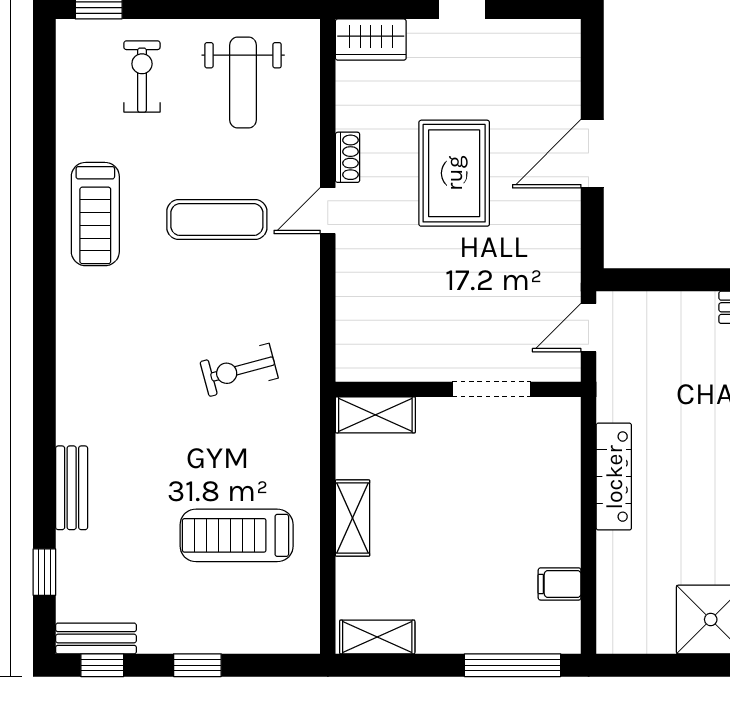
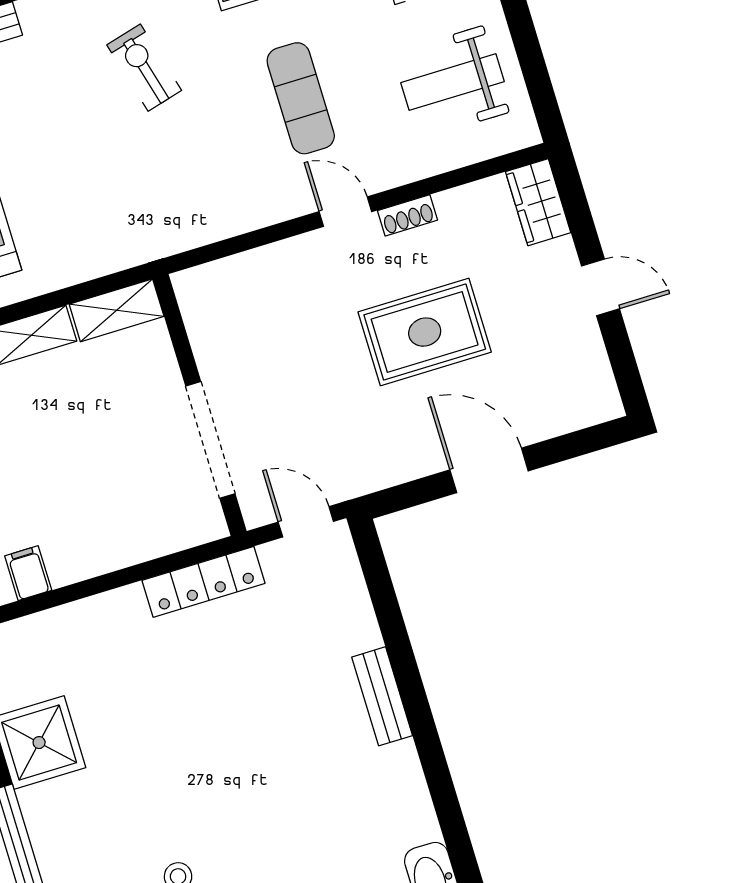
exercise bike: (239, 370) -> (144, 68), moved
doorway: (492, 389) -> (210, 440), width x1.36
shelving: (375, 415) -> (117, 310), moved, turned 90
locker: (614, 477) -> (203, 582), moved

